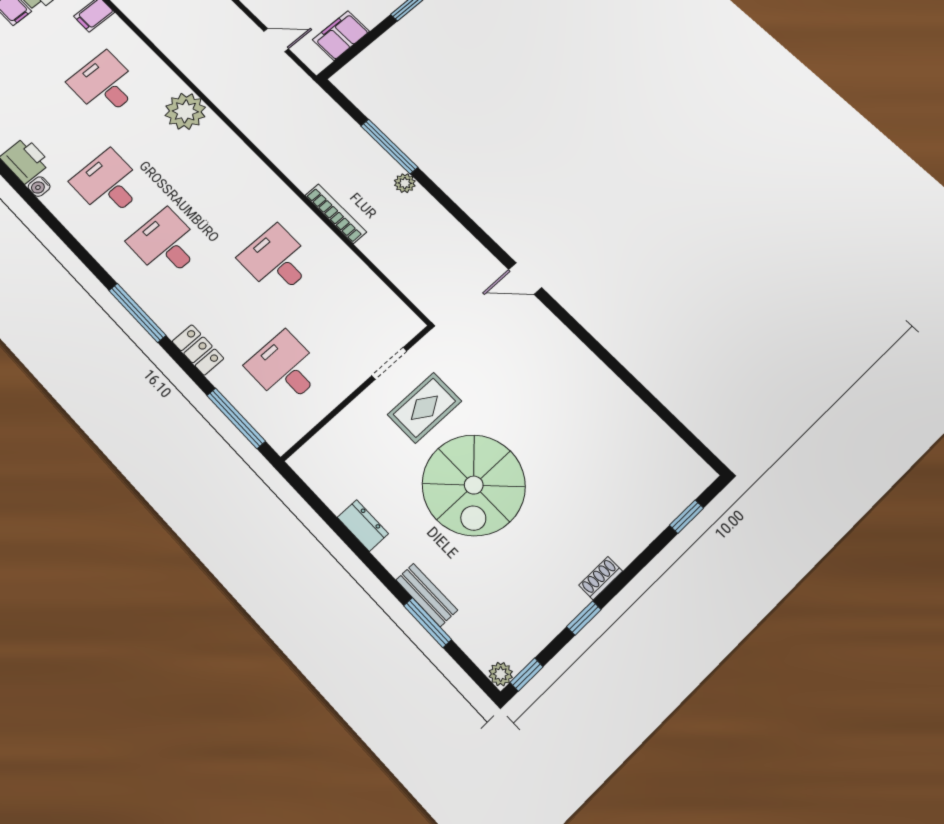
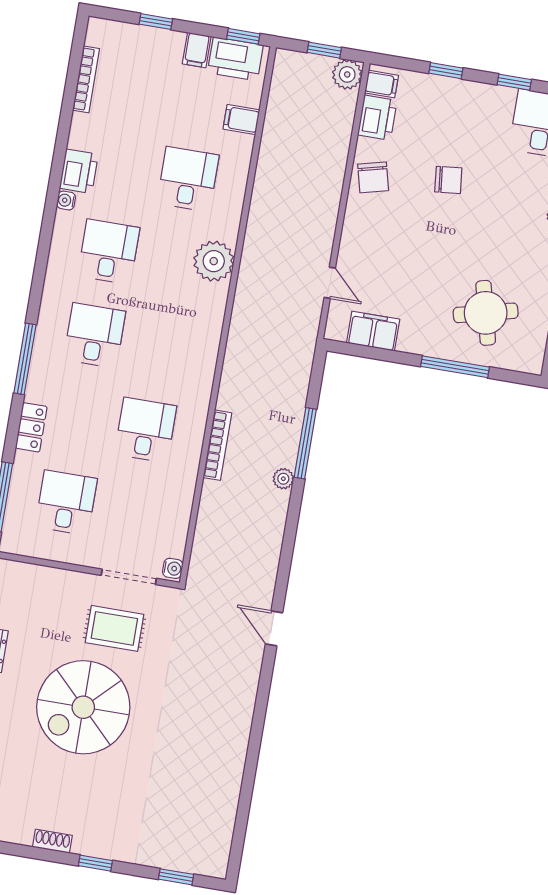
water cooler: (410, 323) -> (173, 568), added
doorway: (389, 363) -> (129, 577), width x1.38
shoe rack: (601, 578) -> (52, 841), moved
window: (584, 618) -> (95, 863), moved

